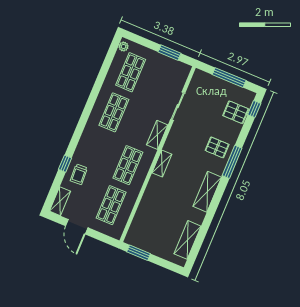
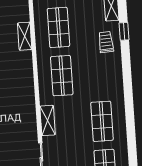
window: (65, 164) -> (124, 31), moved
shelving: (162, 164) -> (25, 36), moved

